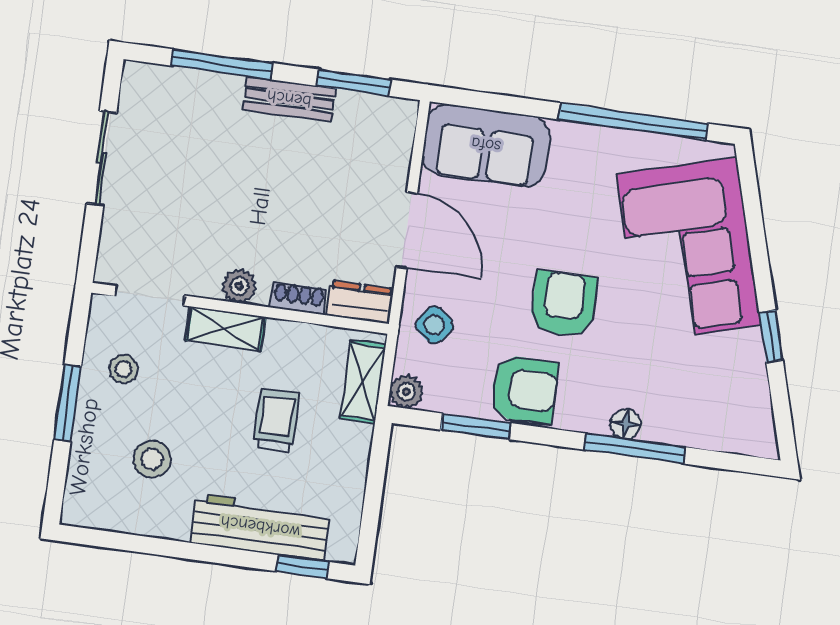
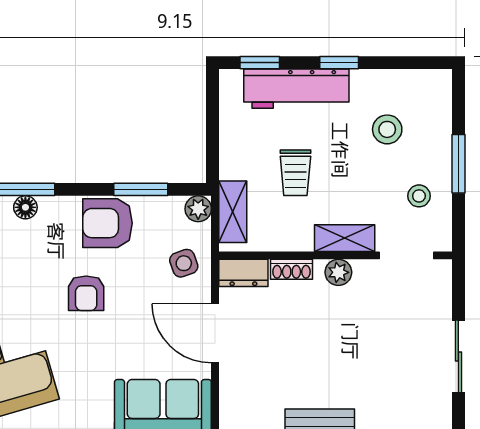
armchair: (564, 304) -> (86, 293), width x0.72, depth x0.72
side table: (434, 325) -> (184, 263), turned 33
window: (201, 553) -> (339, 63), added

